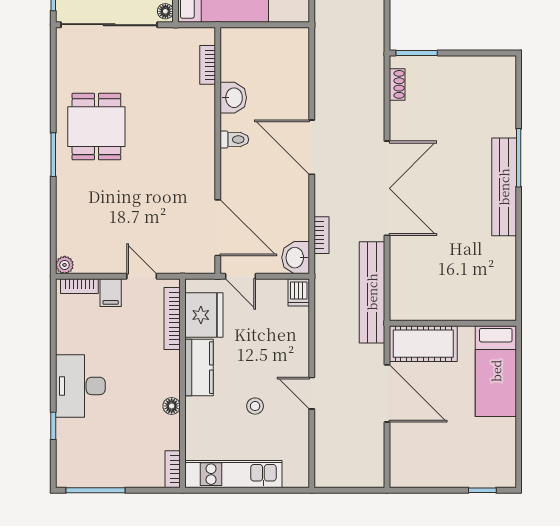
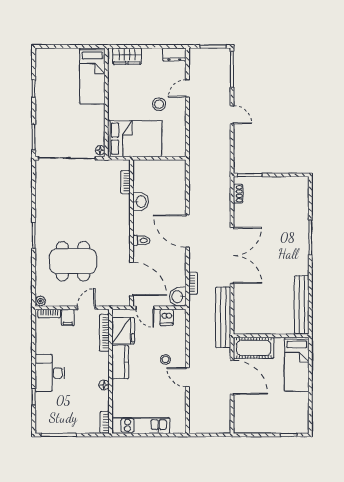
dining table: (96, 127) -> (73, 261), moved, width x1.38
toilet: (234, 140) -> (141, 240), moved
bench: (504, 187) -> (302, 305), moved
door: (142, 276) -> (86, 308), hinge flipped
dishwasher: (299, 292) -> (167, 317), moved
stool: (255, 406) -> (165, 360), moved

